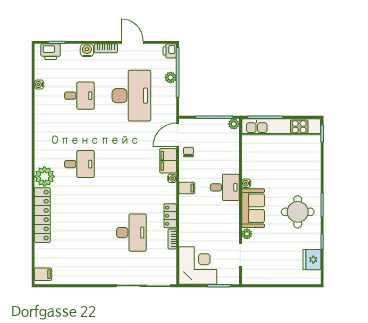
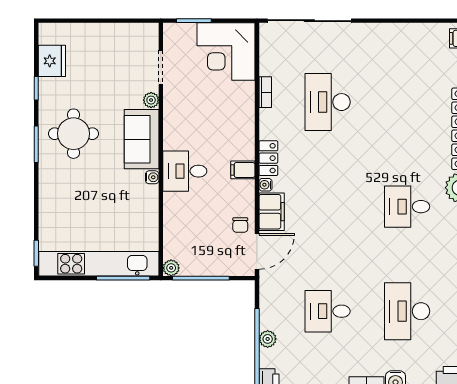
desk: (79, 96) -> (407, 311), width x1.37
desk: (131, 96) -> (328, 311), width x0.53, depth x0.77
locker: (170, 216) -> (268, 158), moved

